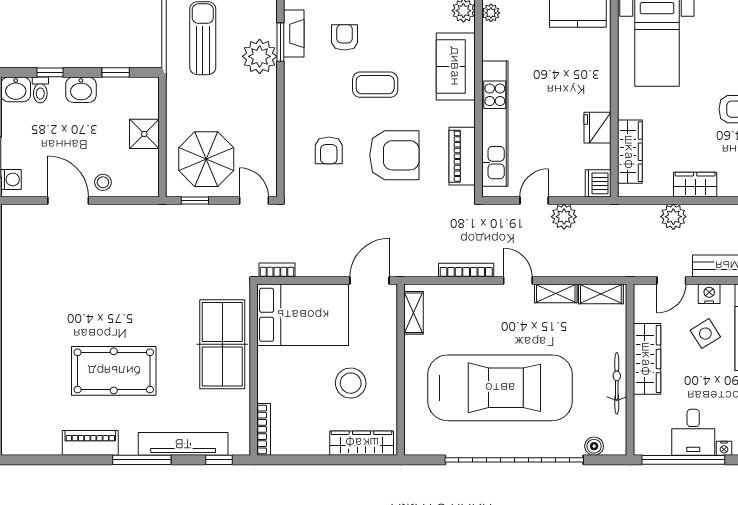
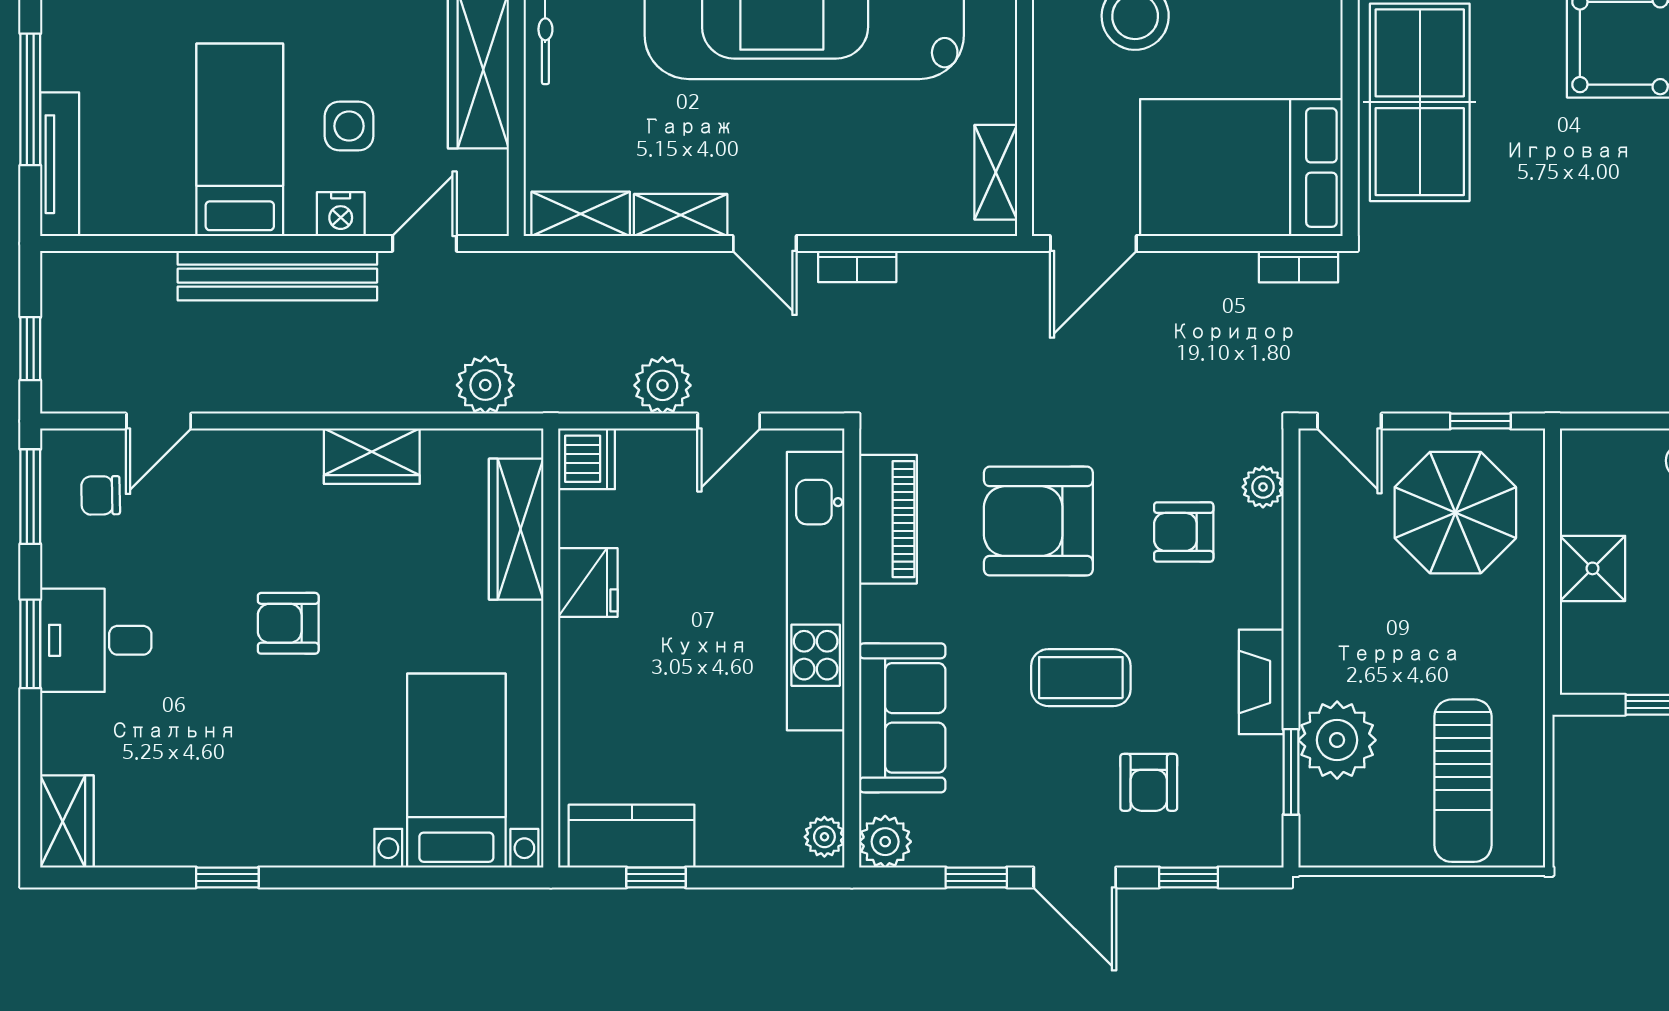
fireplace: (294, 34) -> (1261, 682), moved
armchair: (329, 150) -> (1184, 532), turned -90
plant: (293, 171) -> (1263, 487), added
plant: (673, 217) -> (485, 385), moved
bookcase: (466, 270) -> (857, 266), width x0.64
side table: (705, 334) -> (349, 126), turned 32

